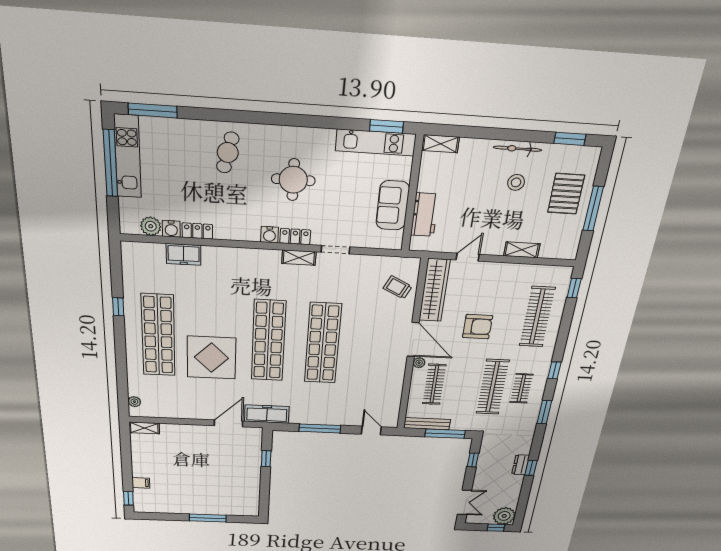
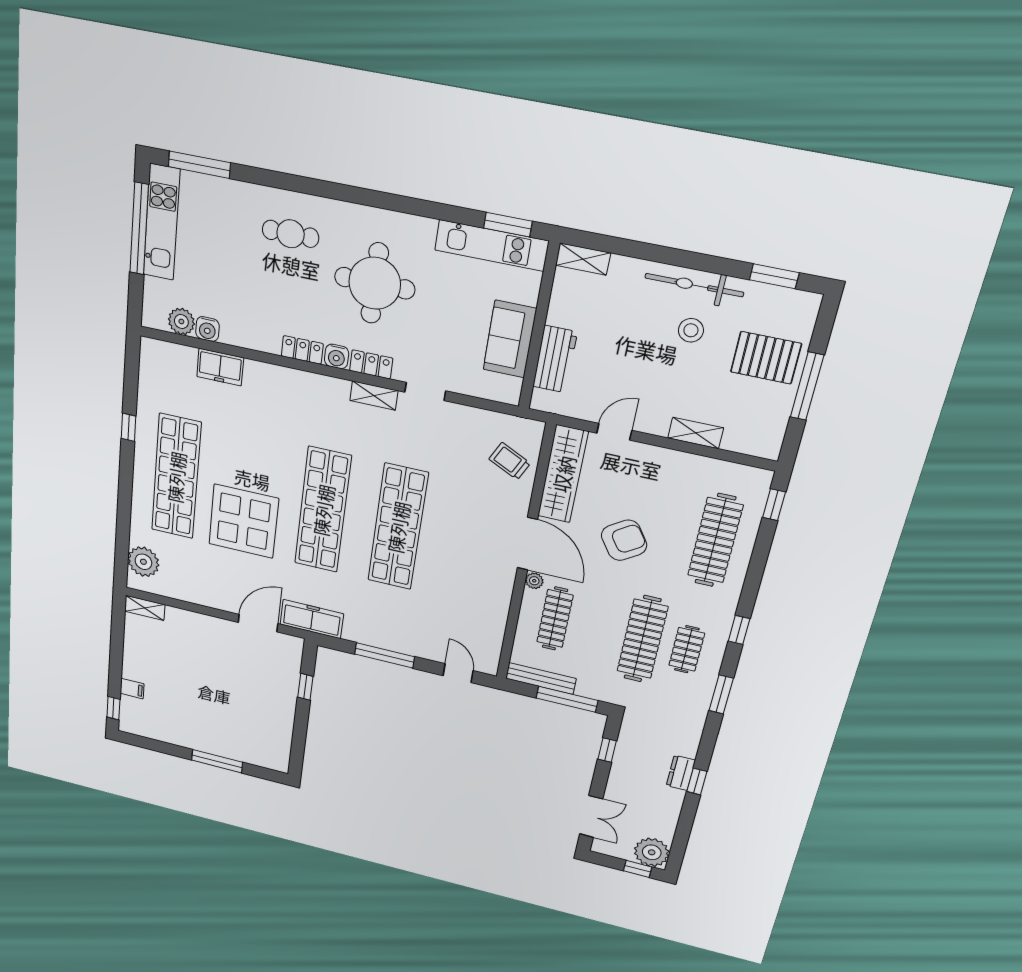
bicycle: (518, 149) -> (694, 285), width x1.37, depth x1.40
cafe table: (228, 153) -> (291, 234), turned 76
round table: (293, 180) -> (375, 283), width x1.36, depth x1.36
pallet: (566, 194) -> (766, 358), turned 90
locker: (197, 231) -> (302, 350), moved
armchair: (478, 327) -> (624, 540), turned -34
plant: (134, 402) -> (143, 562), width x1.87, depth x1.87

